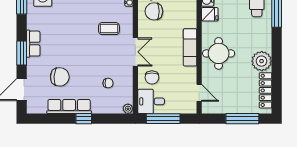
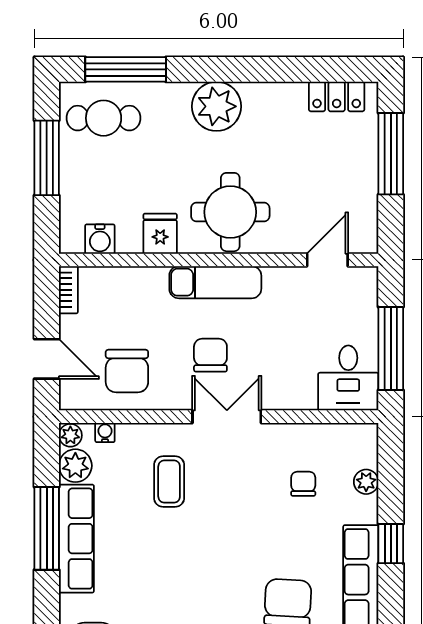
fridge: (210, 14) -> (160, 234), moved
plant: (262, 61) -> (216, 106), moved
chair: (152, 77) -> (210, 355), moved, turned -90
locker: (266, 90) -> (337, 97), width x0.66
plant: (128, 109) -> (366, 482), moved

